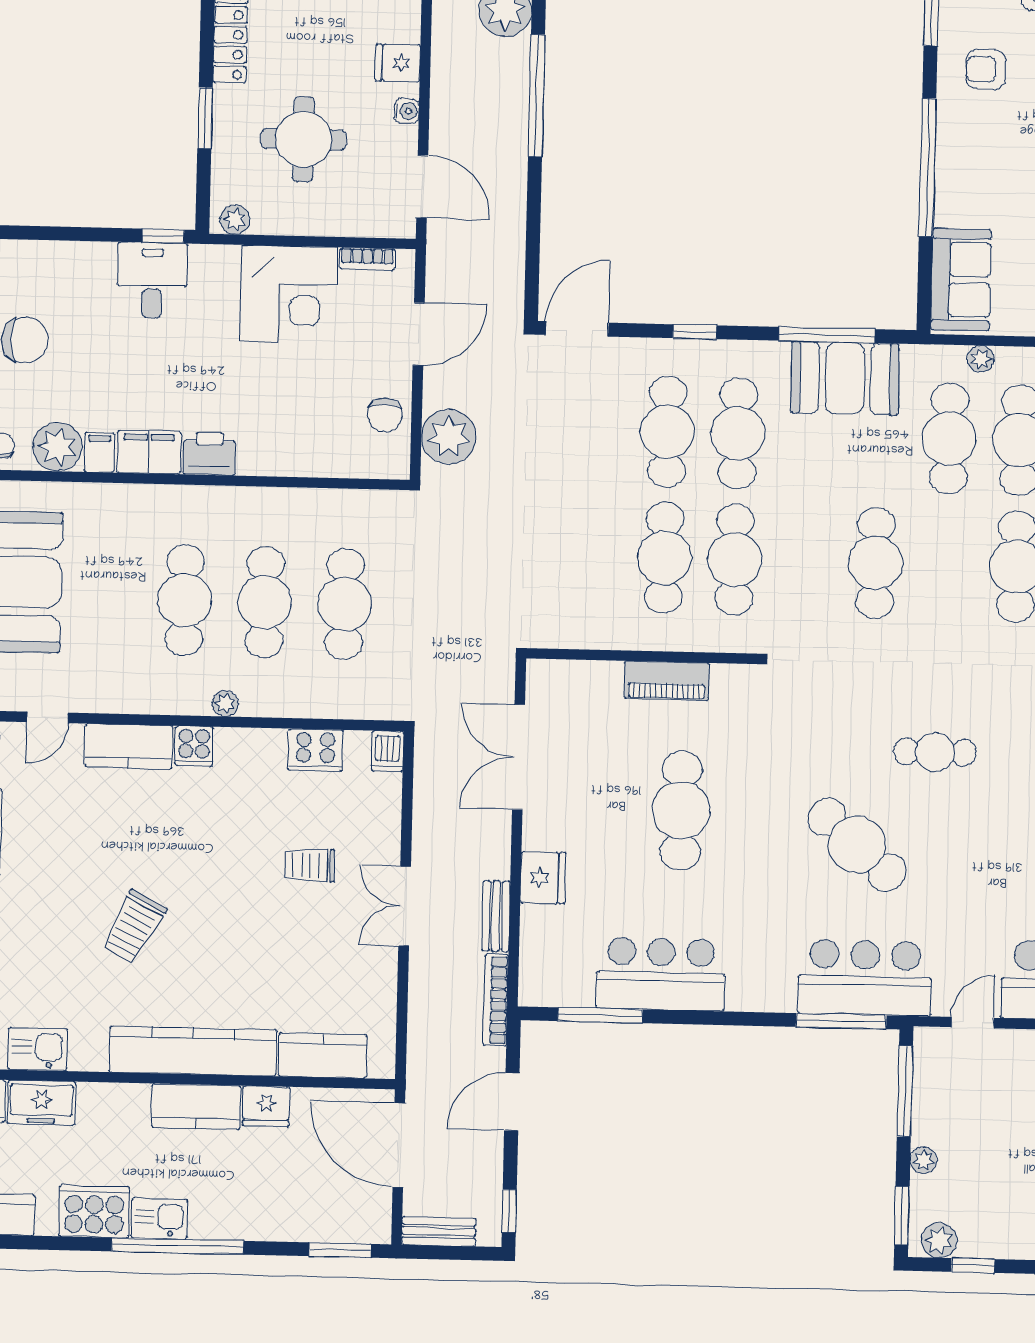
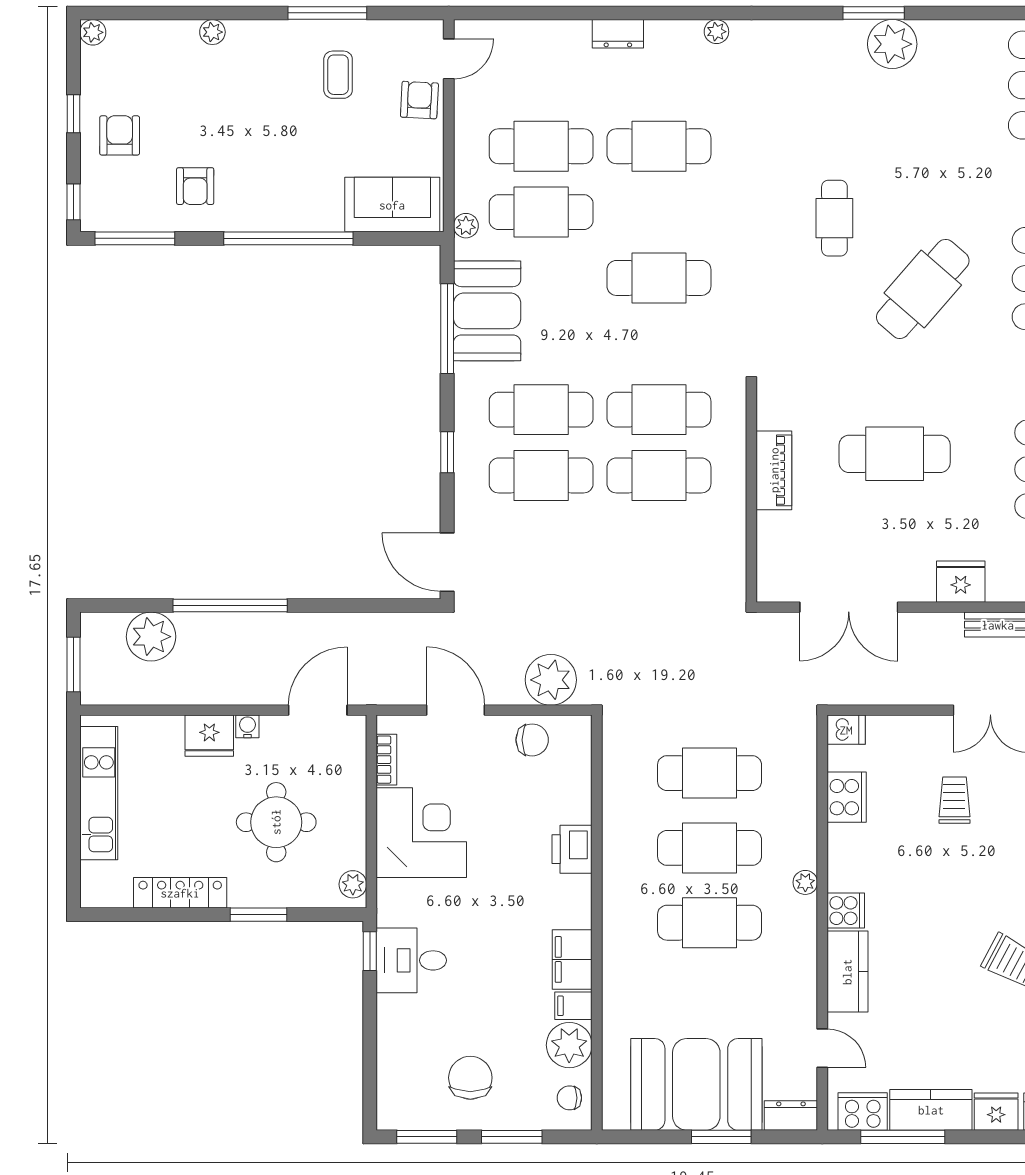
fridge: (398, 63) -> (209, 736), width x1.38
plant: (981, 359) -> (466, 226), moved
printer: (209, 454) -> (572, 849), moved
trolley: (309, 865) -> (954, 800), turned 180

